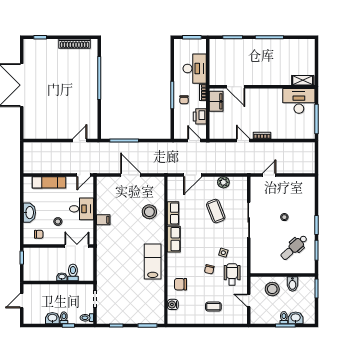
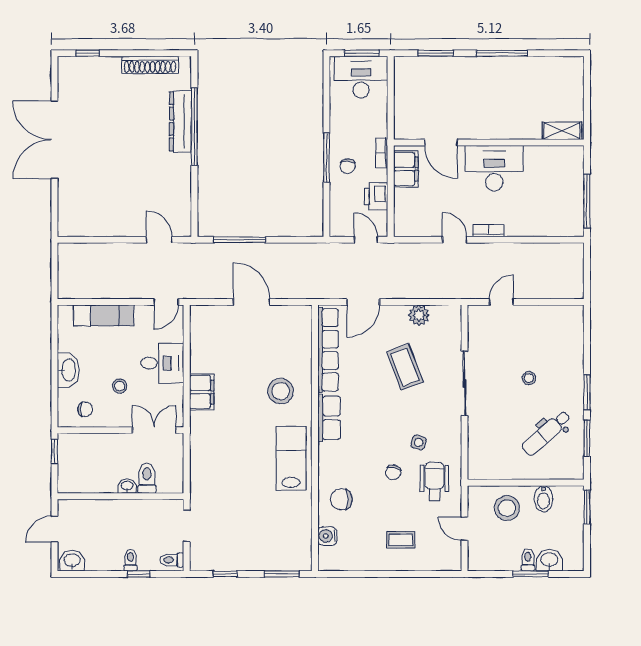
desk: (195, 69) -> (361, 77), moved, turned -90
dresser: (91, 75) -> (180, 121), added
desk: (299, 101) -> (494, 168), moved
door: (80, 140) -> (159, 240), hinge flipped
stool: (149, 212) -> (281, 391), moved
row of seats: (173, 213) -> (328, 350), width x2.02
filing cabinet: (103, 220) -> (202, 392), width x2.00
washbasin: (52, 318) -> (72, 561), moved

